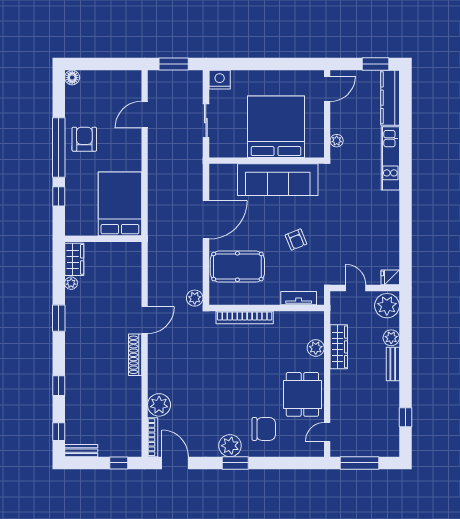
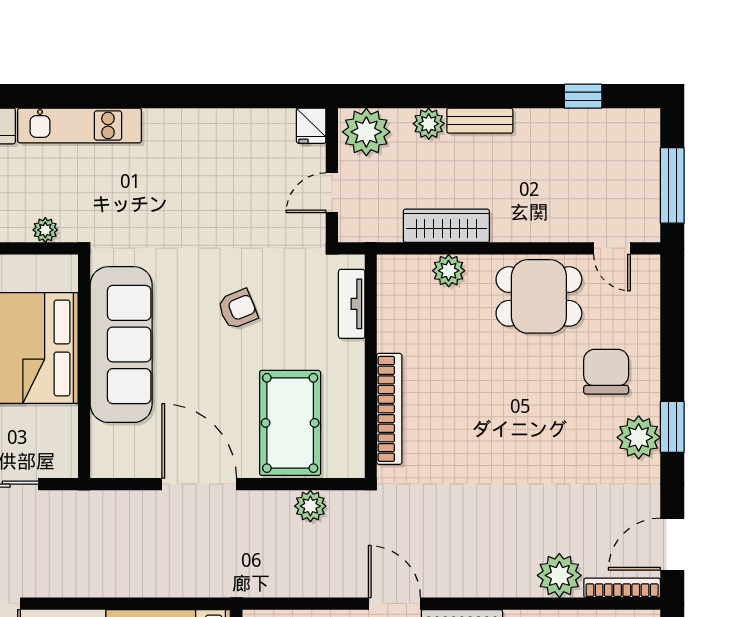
plant: (195, 298) -> (310, 506), moved

